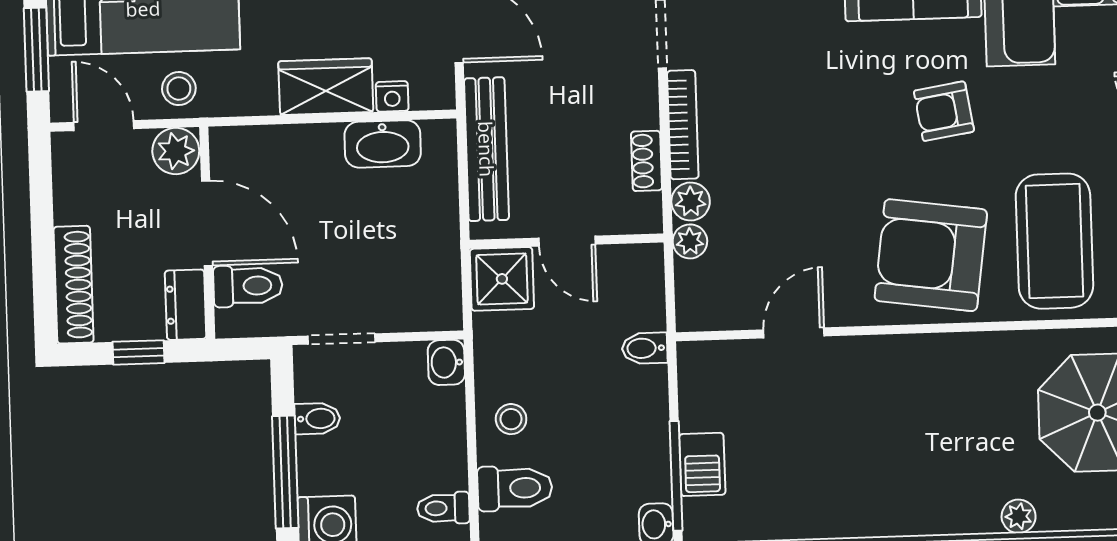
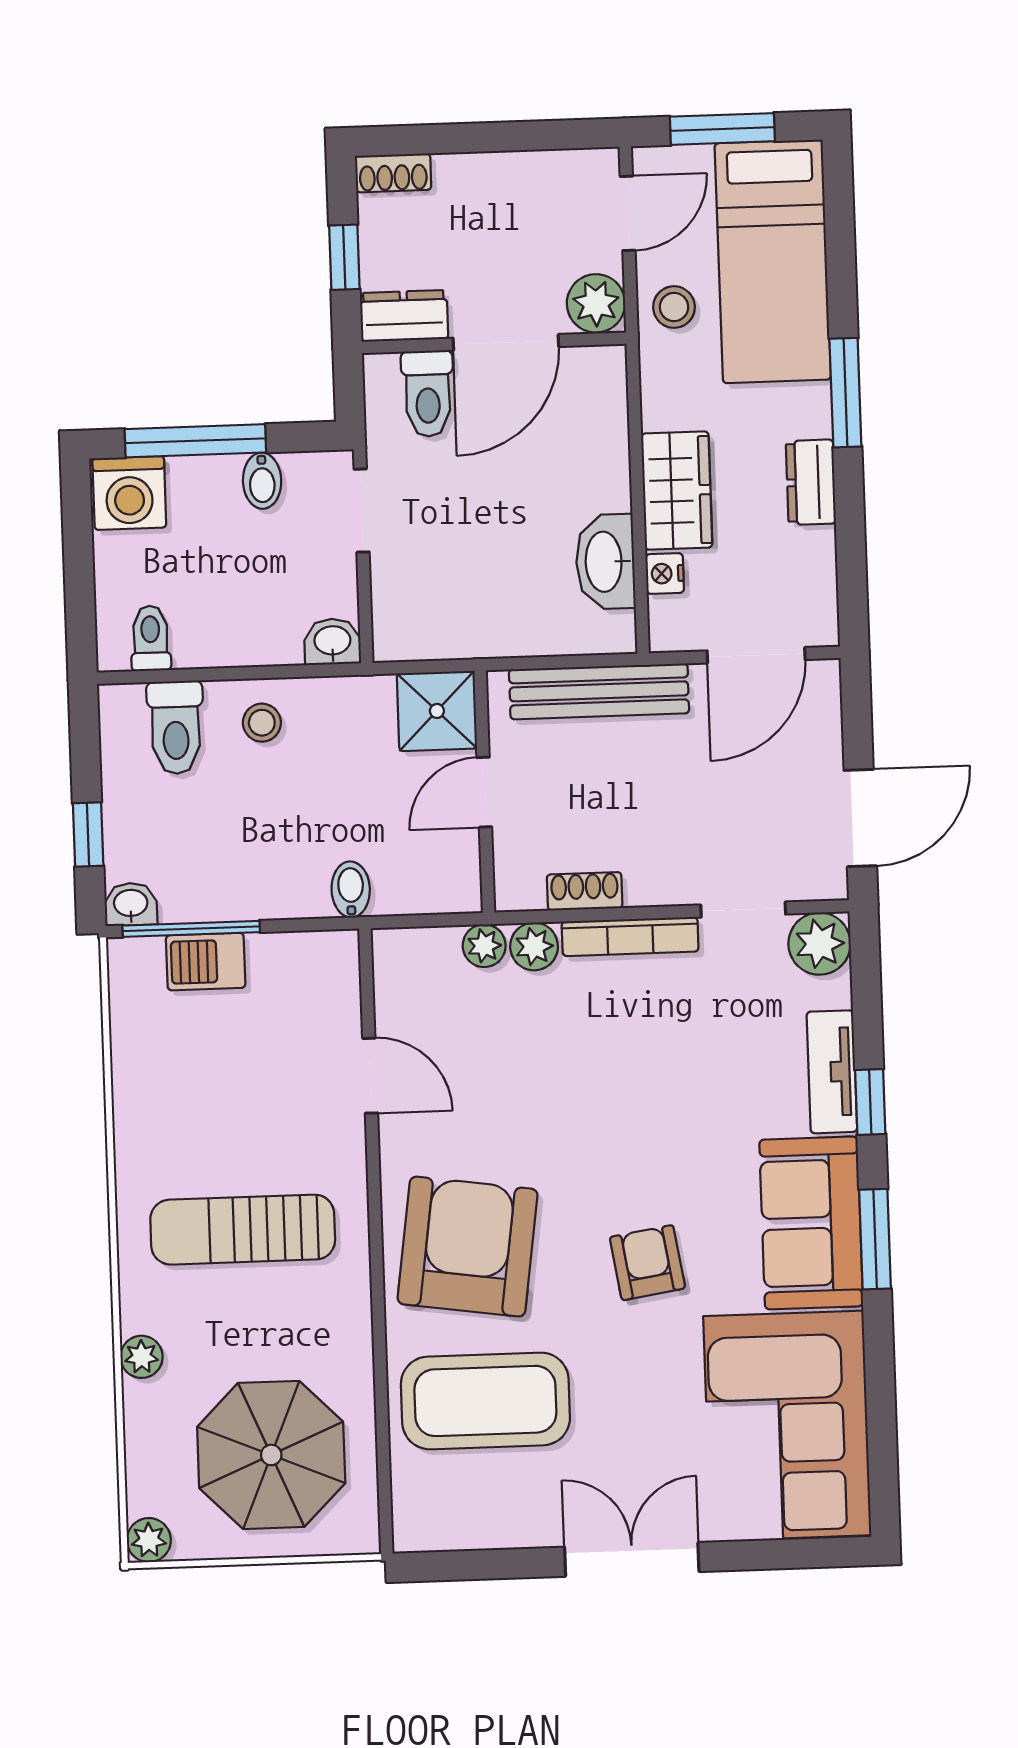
shoe rack: (74, 285) -> (393, 173), width x0.51, depth x0.81
sun lounger: (917, 435) -> (243, 1230), added

